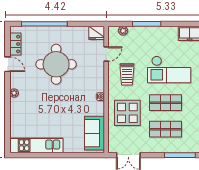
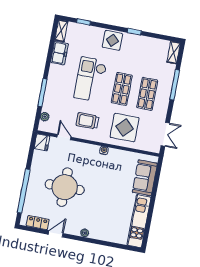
checkout: (169, 69) -> (90, 79), turned 180
trolley: (127, 74) -> (87, 121), turned 180
sofa: (95, 133) -> (145, 178), moved, turned 90

